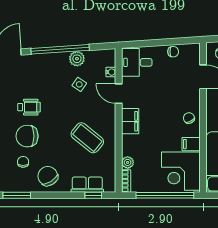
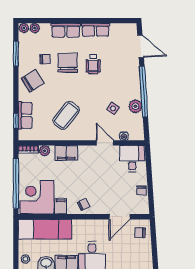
door: (119, 94) -> (105, 143), hinge flipped
filing cabinet: (130, 121) -> (66, 153), moved

